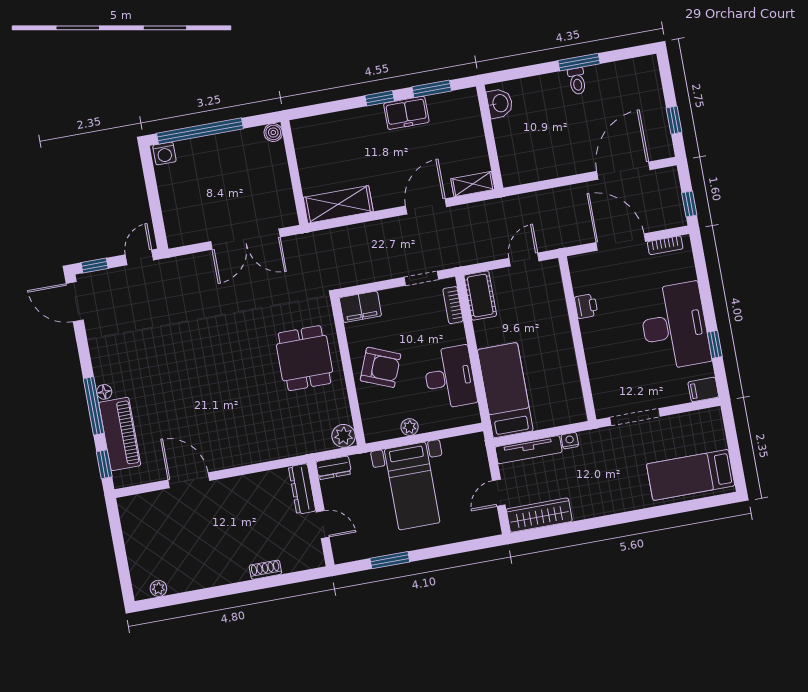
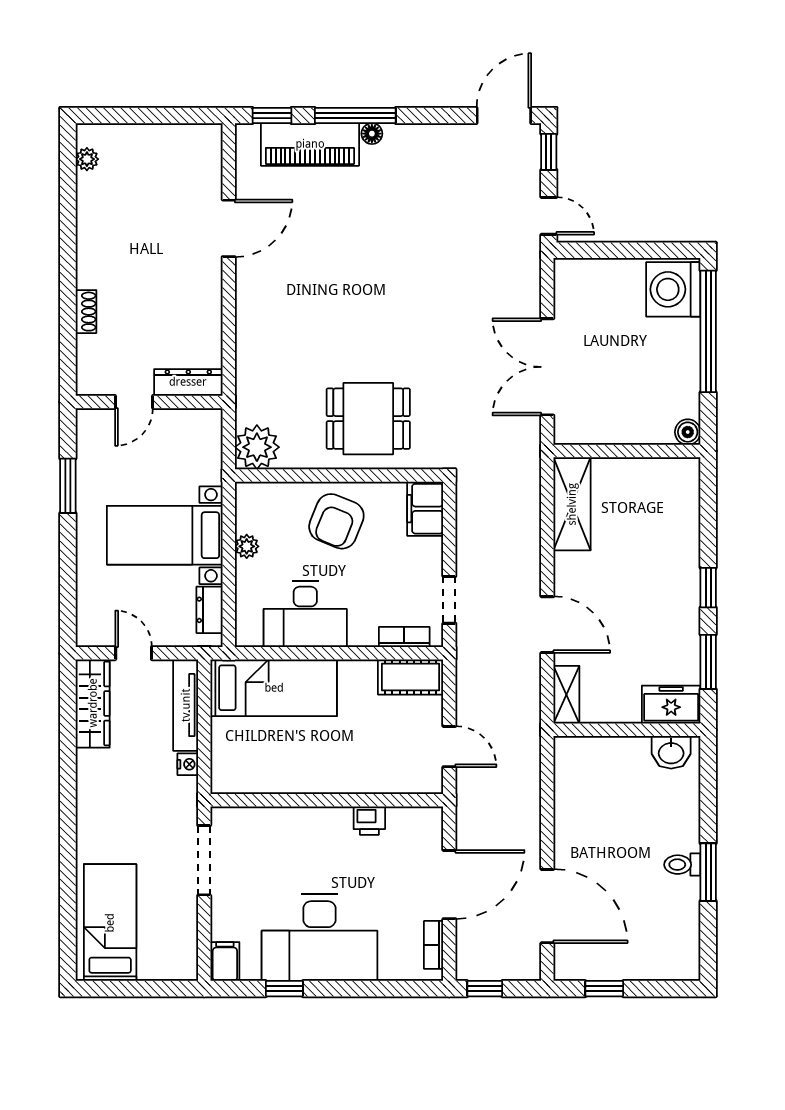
freezer: (406, 113) -> (671, 705), moved, turned 90
washing machine: (164, 153) -> (673, 289), width x1.89, depth x1.89
plant: (344, 436) -> (257, 447), width x1.36, depth x1.36
dresser: (334, 468) -> (209, 610), moved

